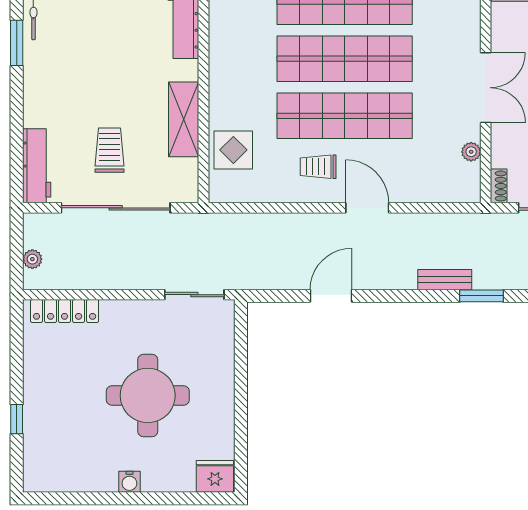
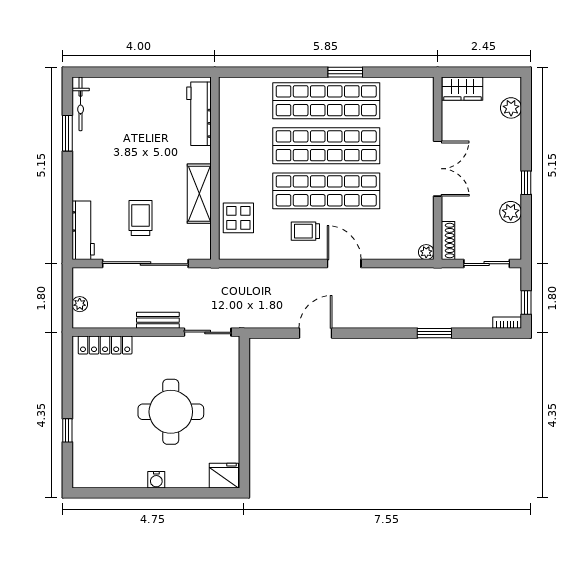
plant: (471, 152) -> (426, 252), moved
shoe rack: (499, 186) -> (448, 240), width x1.43
bench: (445, 280) -> (158, 320), moved

